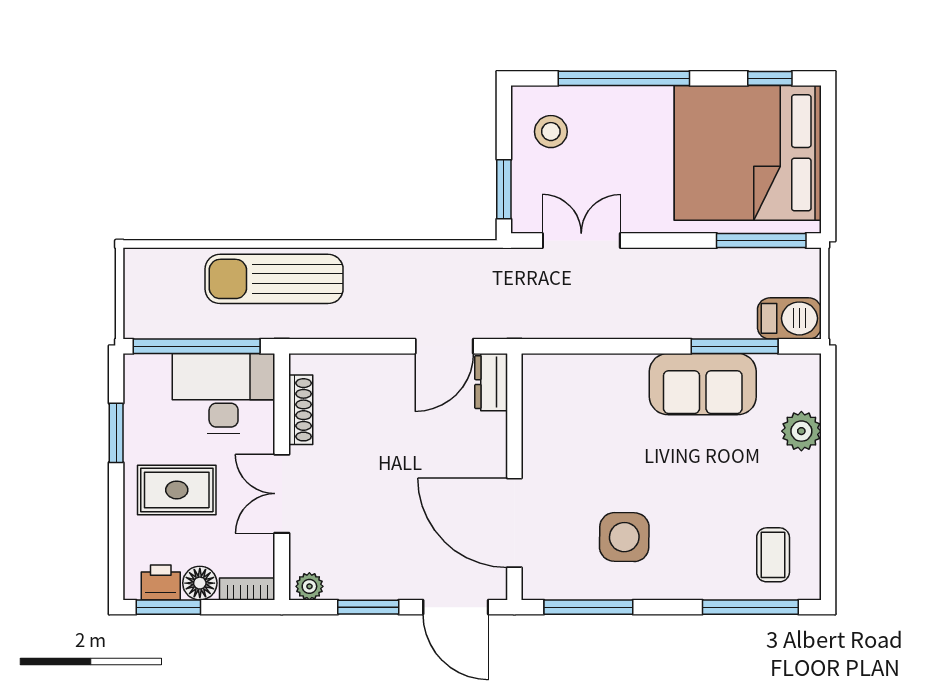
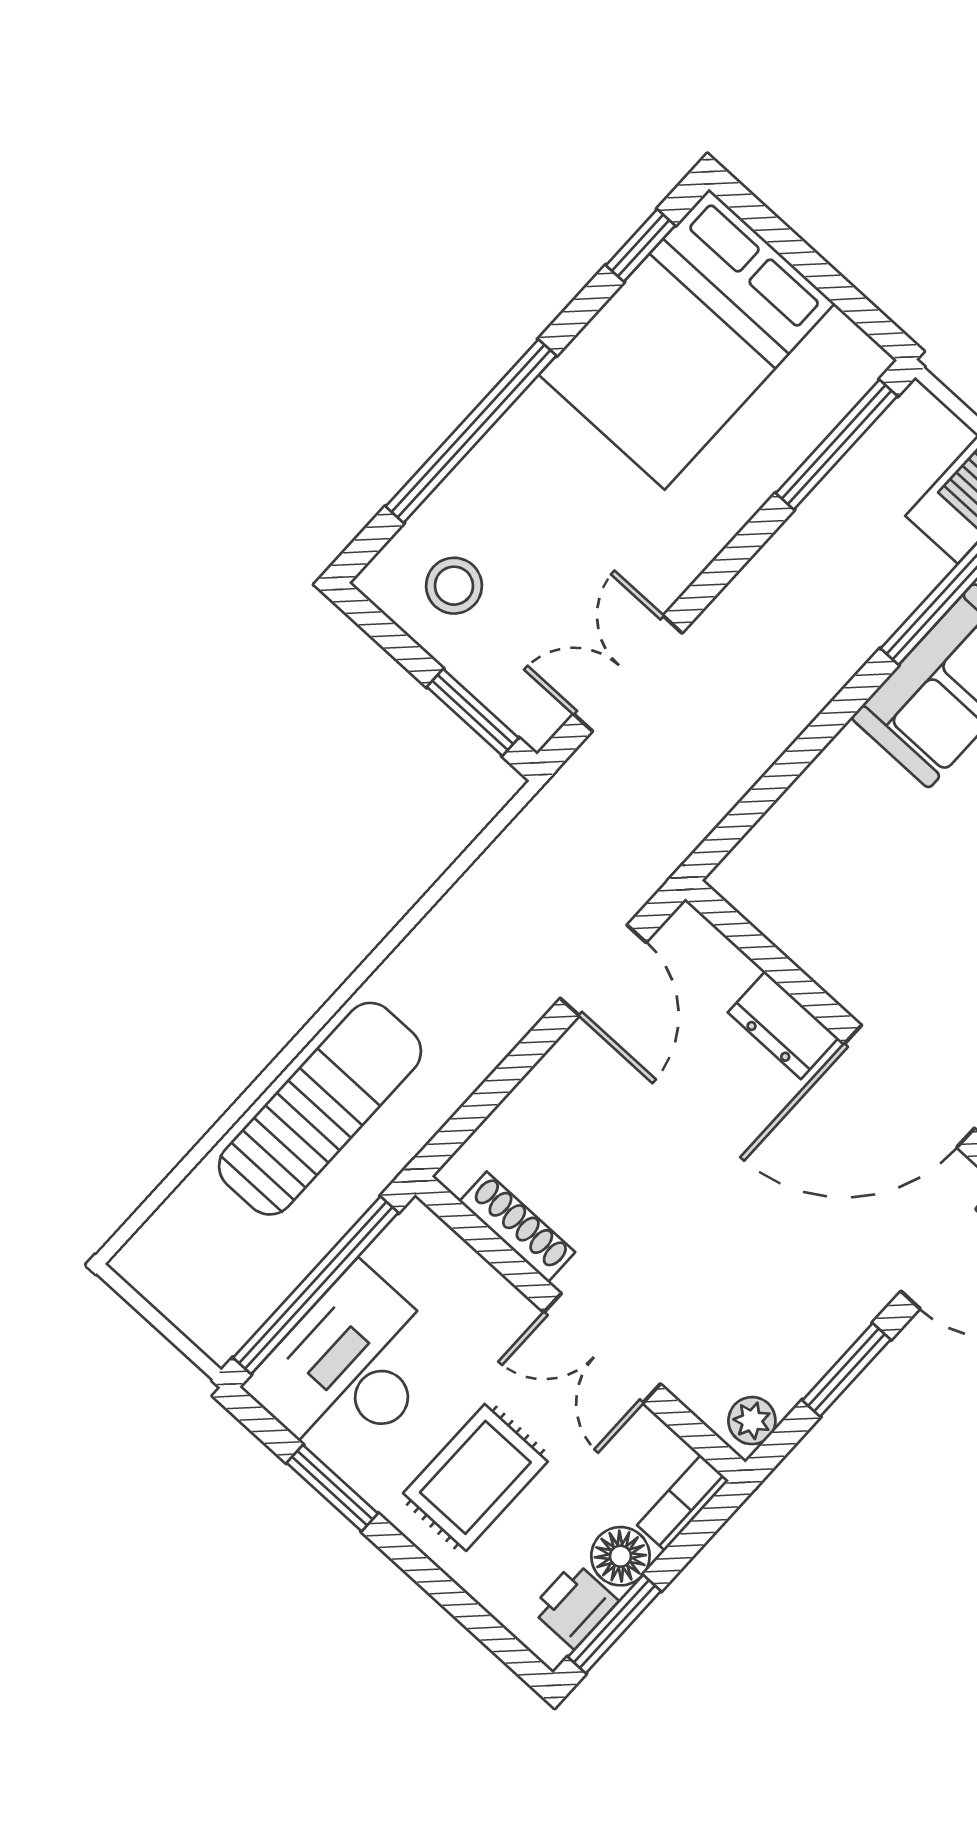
bed: (748, 153) -> (687, 339), width x0.73
sun lounger: (274, 279) -> (320, 1109), turned 180
dresser: (491, 382) -> (783, 1025), moved
desk: (224, 393) -> (350, 1368), moved

